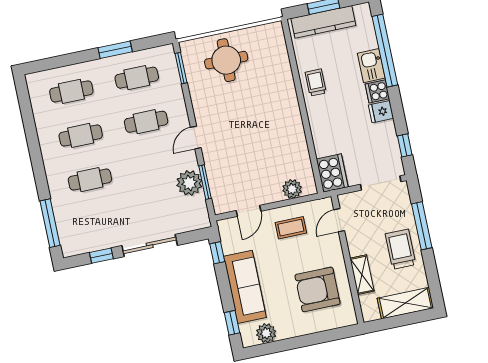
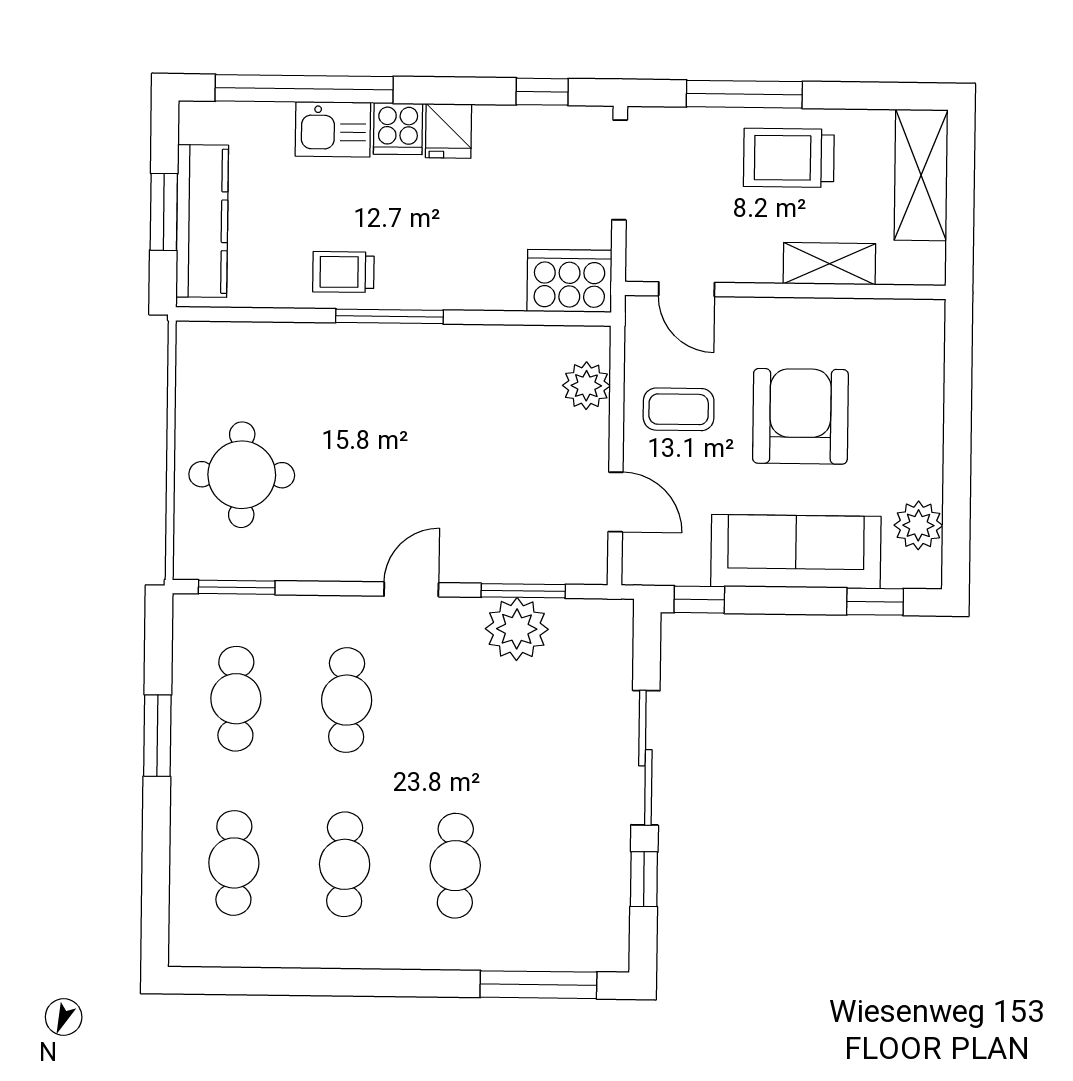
window: (302, 105) -> (390, 316), added
door: (196, 138) -> (411, 589), swing flipped
coffee table: (291, 228) -> (679, 409), turned 90
armchair: (318, 289) -> (800, 416), moved, turned 180

